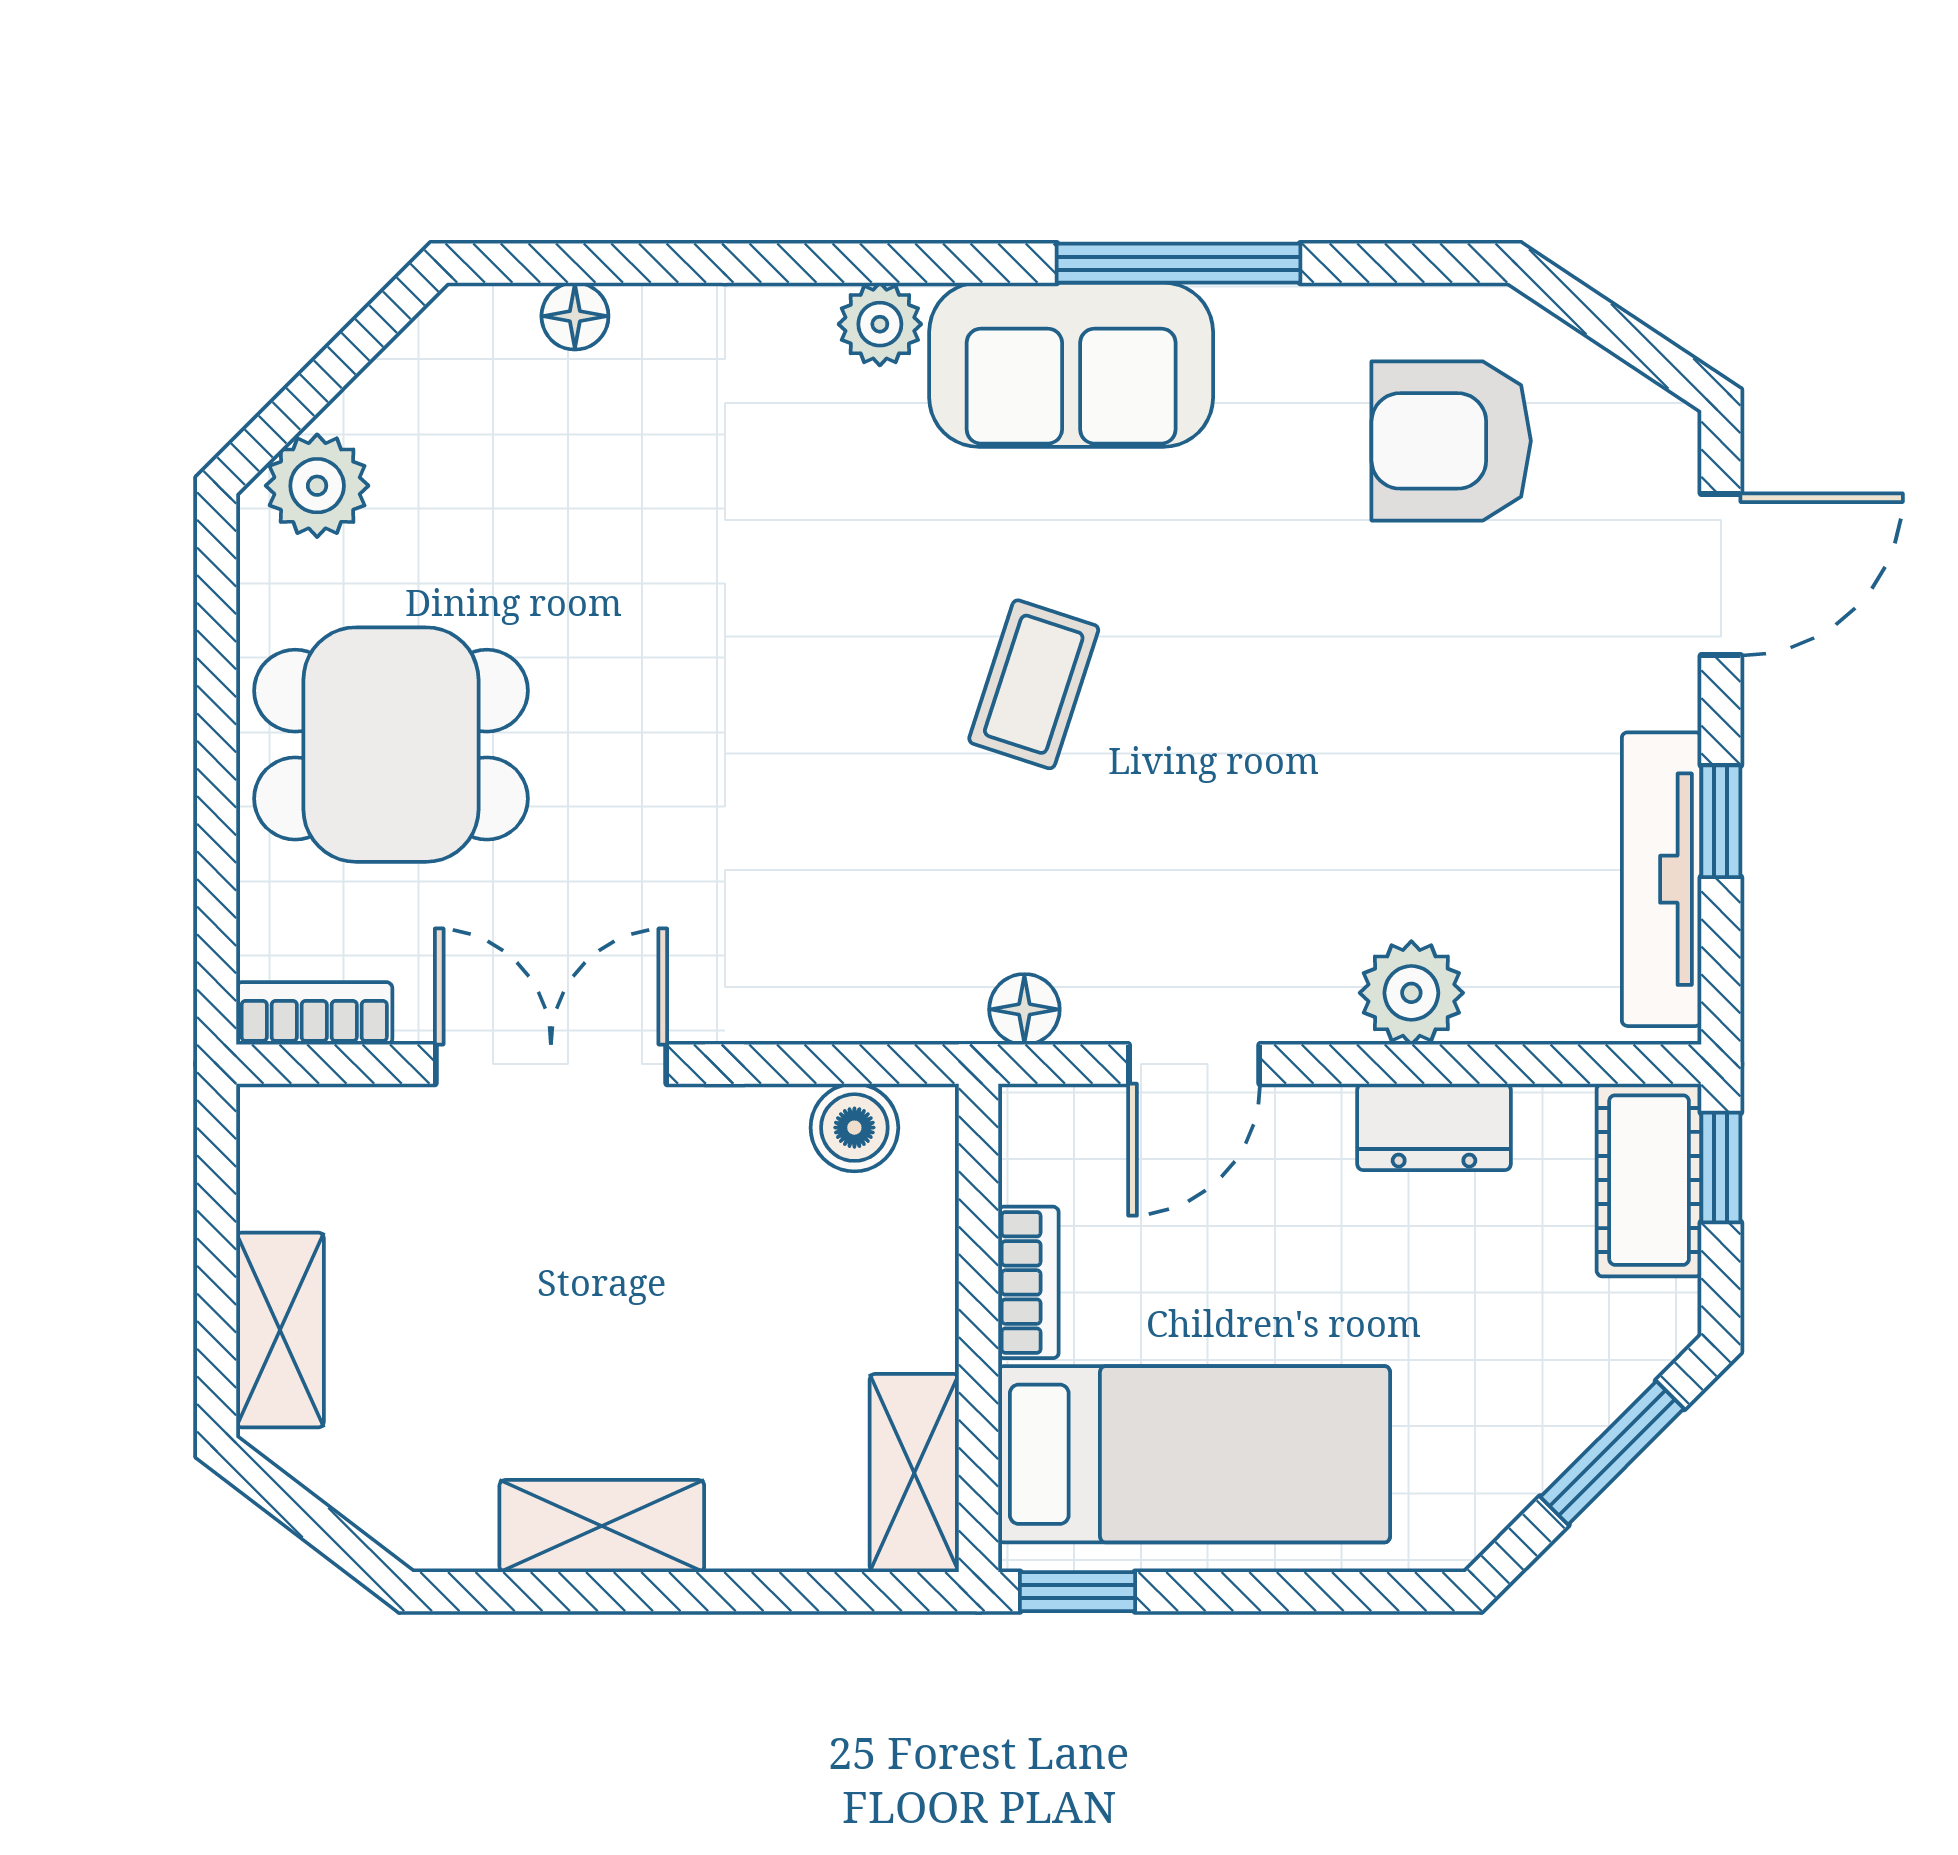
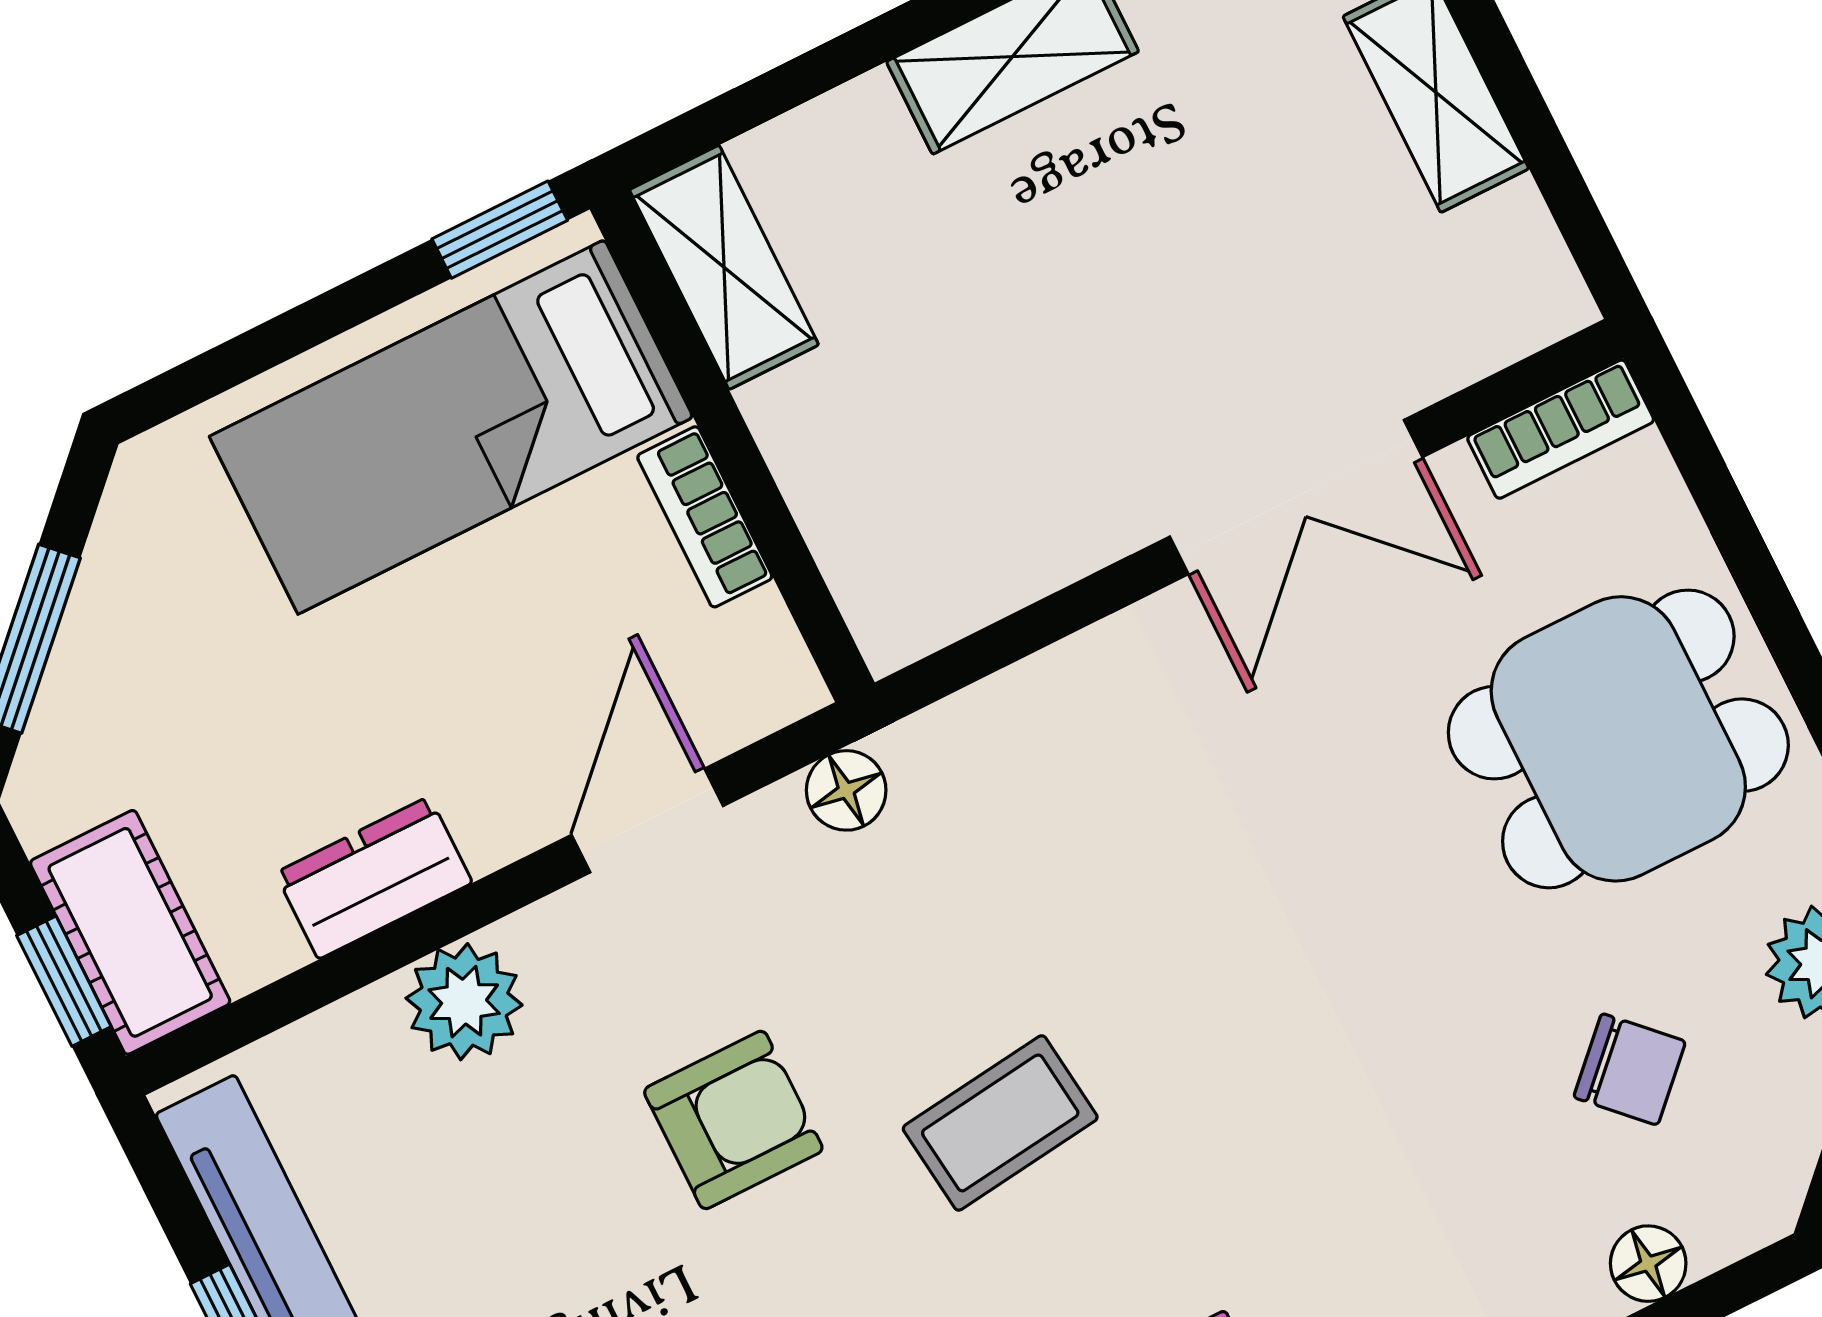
chair: (513, 478) -> (1630, 1069), added
coffee table: (1034, 684) -> (1000, 1123), turned 65
armchair: (1244, 792) -> (733, 1120), added
boiler: (854, 1128) -> (958, 586), removed

